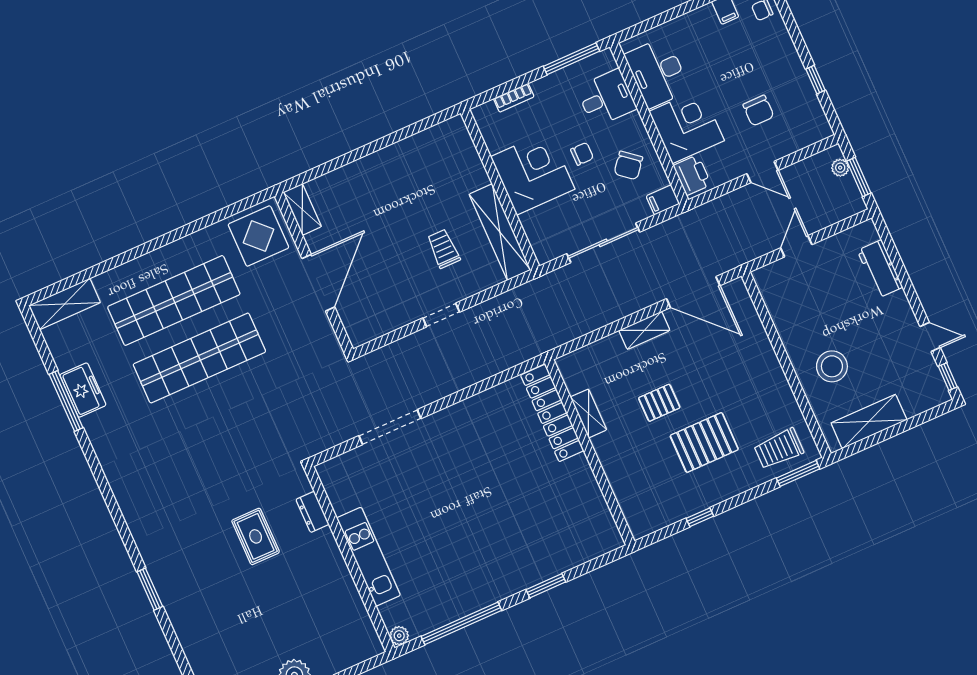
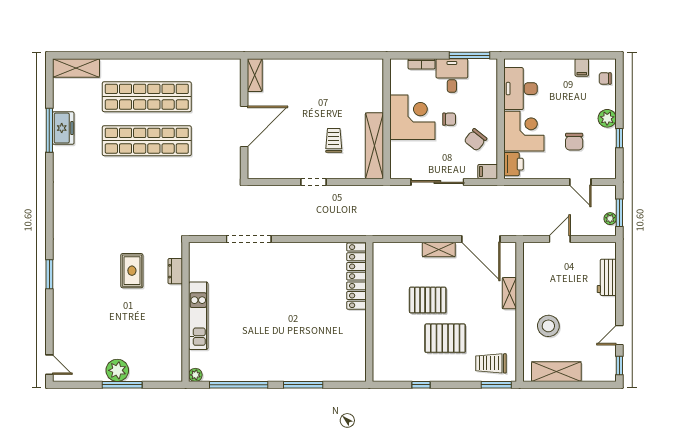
plant: (788, 61) -> (607, 118), added
desk: (606, 98) -> (452, 75), moved, turned -90
plant: (840, 168) -> (610, 219), moved
door: (762, 172) -> (580, 182), moved
display table: (258, 236) -> (219, 80), removed
door: (930, 337) -> (619, 335), swing flipped
pallet: (659, 403) -> (428, 300), width x1.50, depth x1.42
shelving: (589, 413) -> (509, 293), moved
window: (546, 586) -> (303, 385), width x1.44

